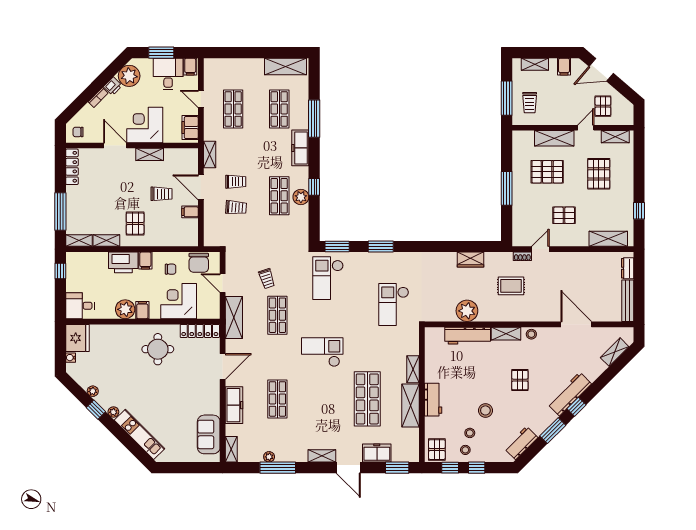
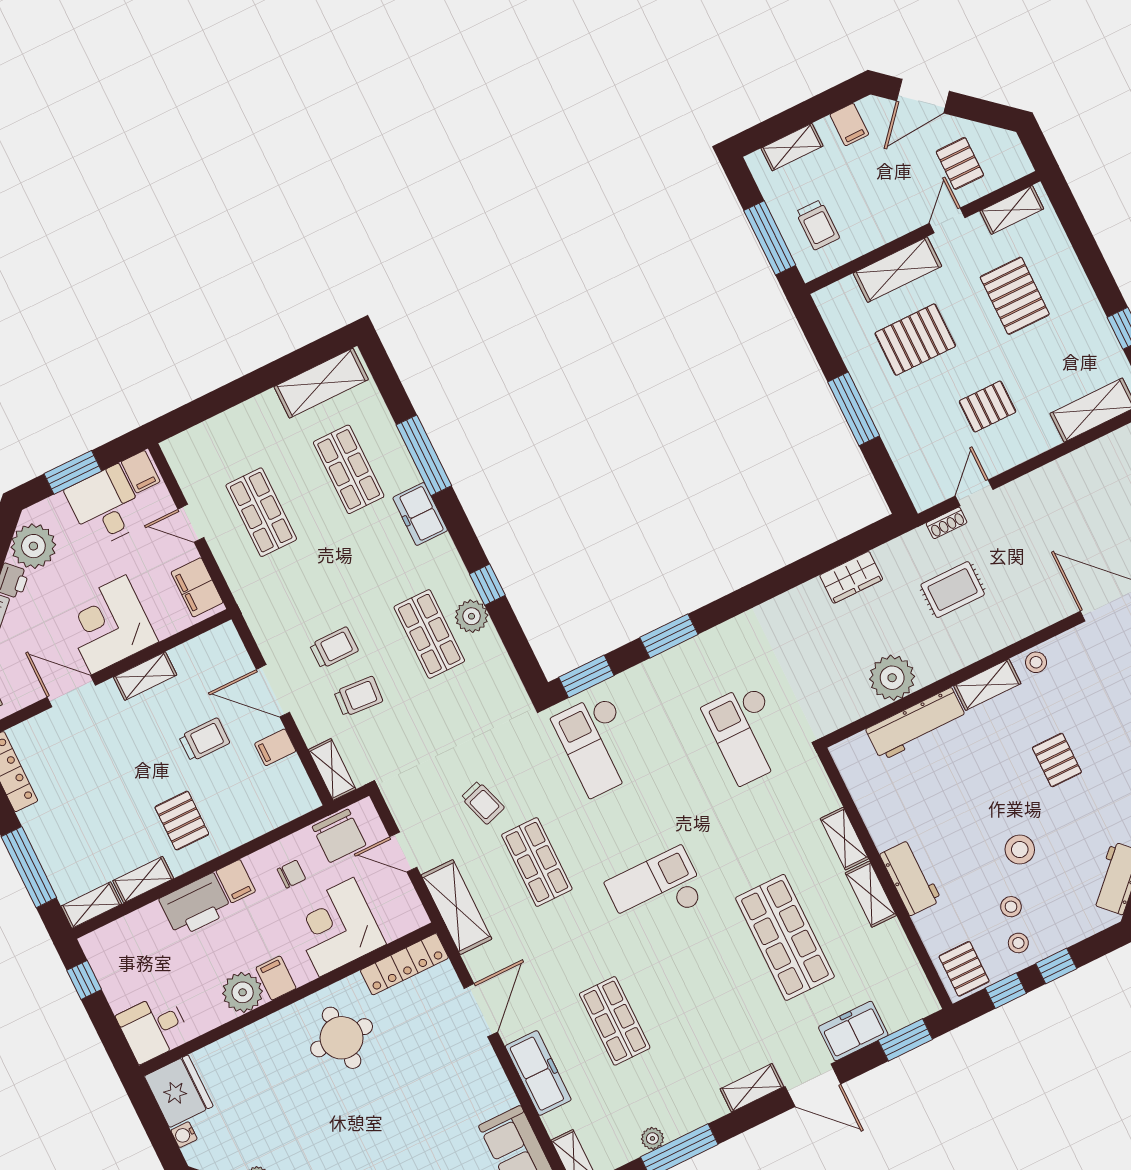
freezer: (300, 148) -> (420, 514), width x0.71
shelving: (210, 154) -> (332, 769), moved
shelving: (411, 406) -> (871, 894), width x0.67, depth x0.75

